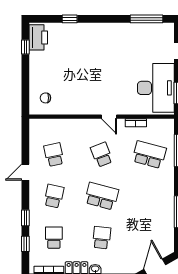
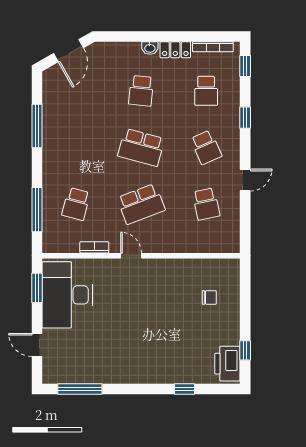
chair: (45, 98) -> (209, 297), moved
school desk: (102, 155) -> (141, 204), width x1.85
school desk: (149, 155) -> (76, 204), width x0.54
school desk: (54, 196) -> (206, 147), turned -36
window: (25, 244) -> (245, 66), moved

